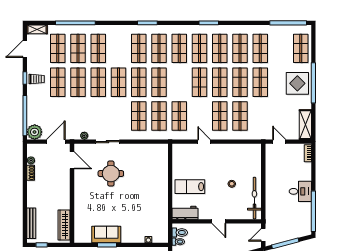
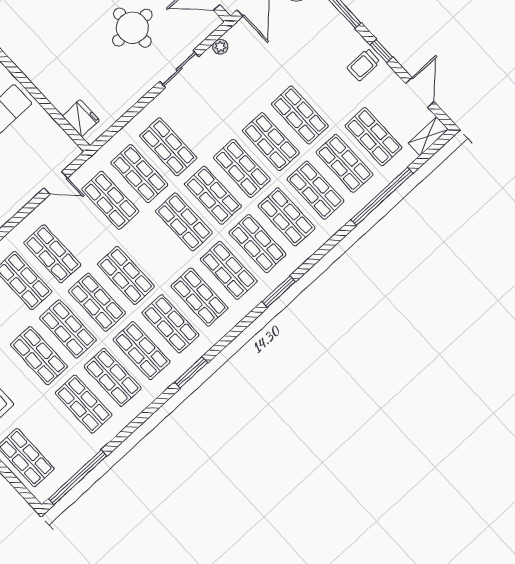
shop shelf: (58, 82) -> (287, 217), moved
door: (204, 142) -> (56, 183), moved
fridge: (162, 157) -> (81, 118), added

